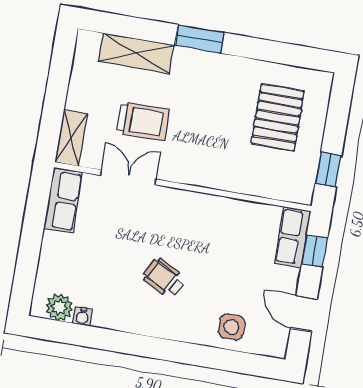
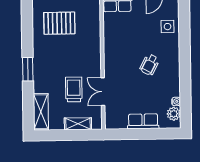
shelving: (136, 53) -> (41, 112), moved
shelving: (71, 138) -> (78, 124), moved
row of seats: (63, 201) -> (143, 121), moved

